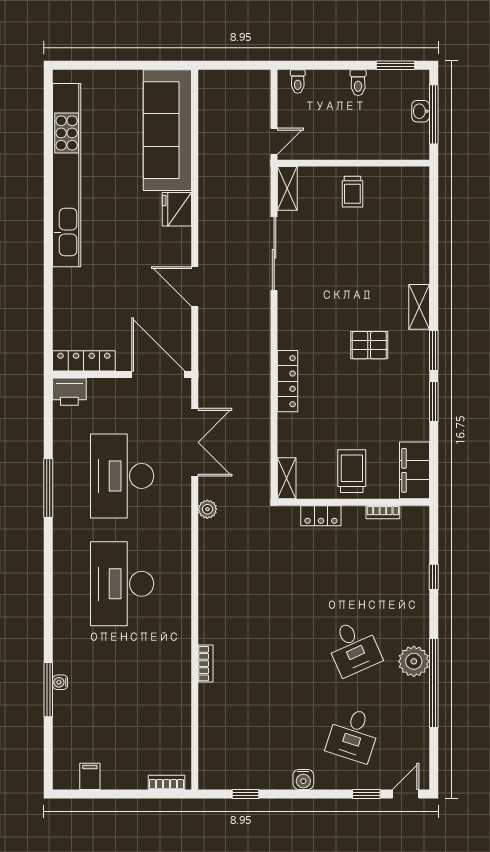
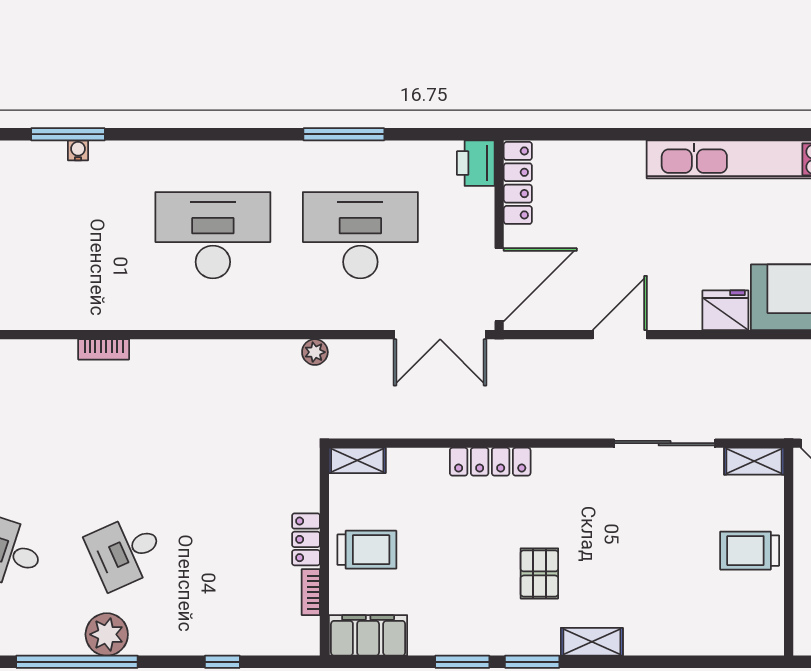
trolley: (352, 192) -> (750, 551), width x1.36, depth x1.39
double door: (195, 442) -> (440, 335), moved
locker: (321, 516) -> (306, 539), moved

